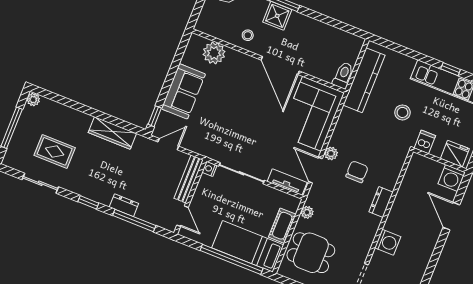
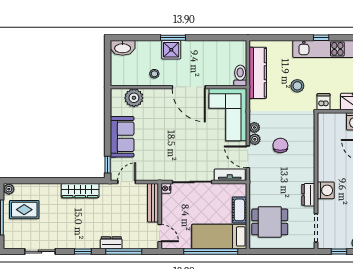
rug: (55, 151) -> (24, 210), moved
dresser: (381, 202) -> (308, 195), moved
plant: (307, 212) -> (254, 127), moved

